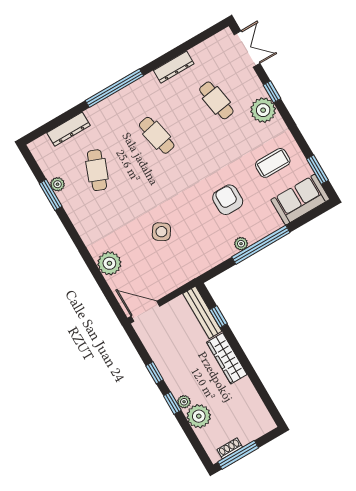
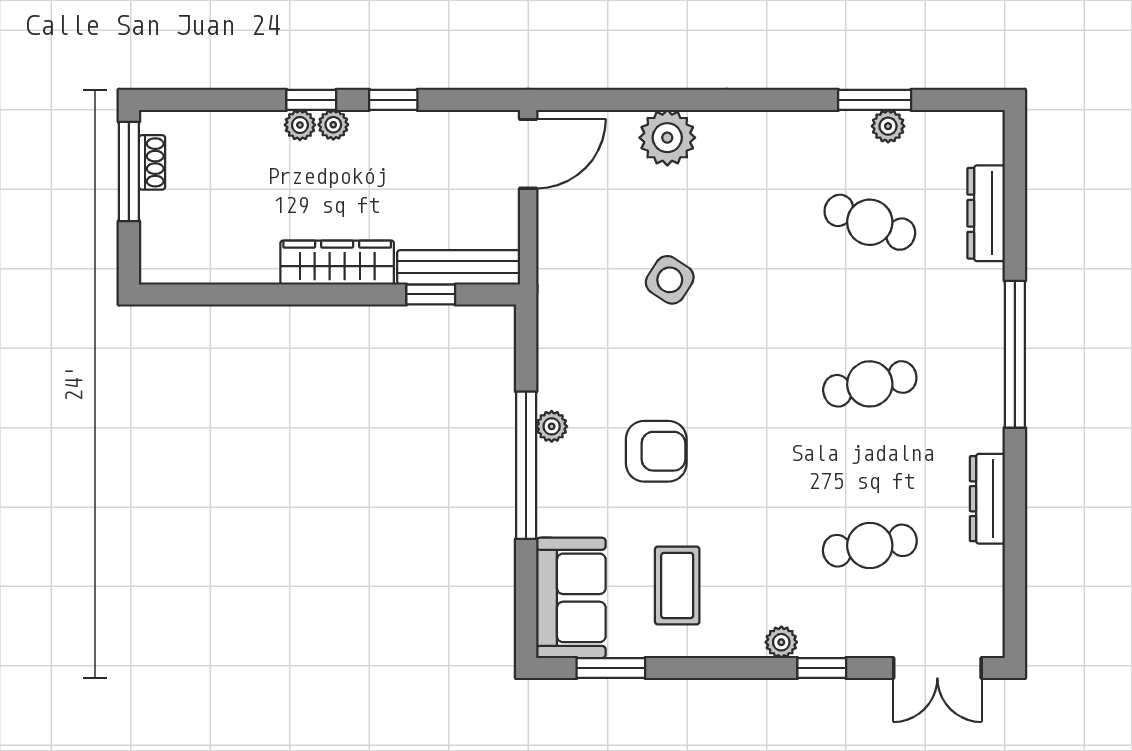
plant: (263, 110) -> (781, 642), width x0.53, depth x0.53
plant: (199, 416) -> (333, 125), moved, width x0.53, depth x0.53

